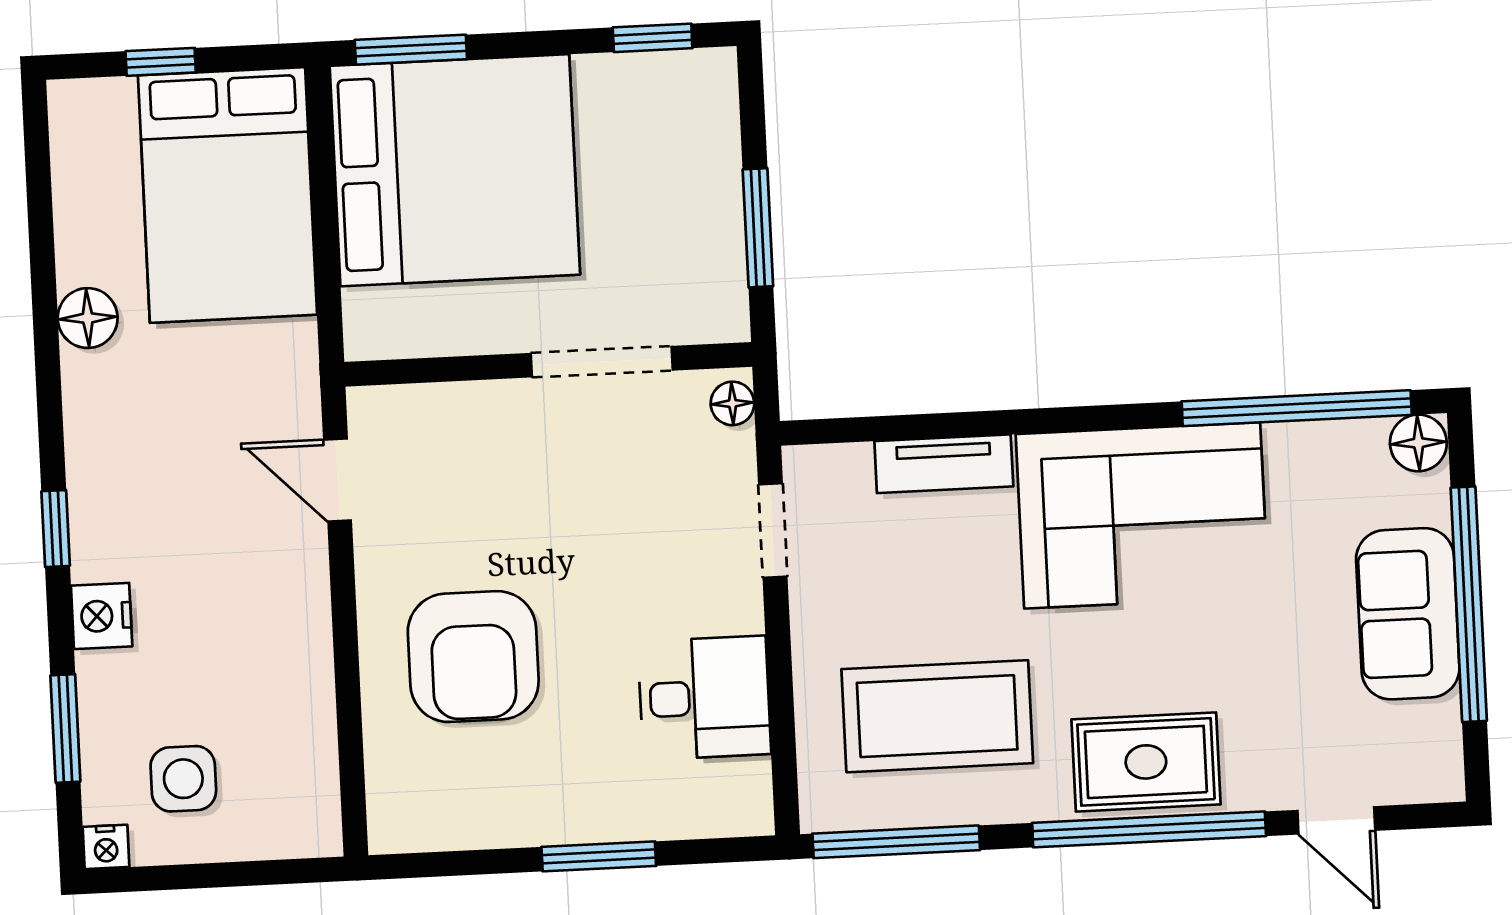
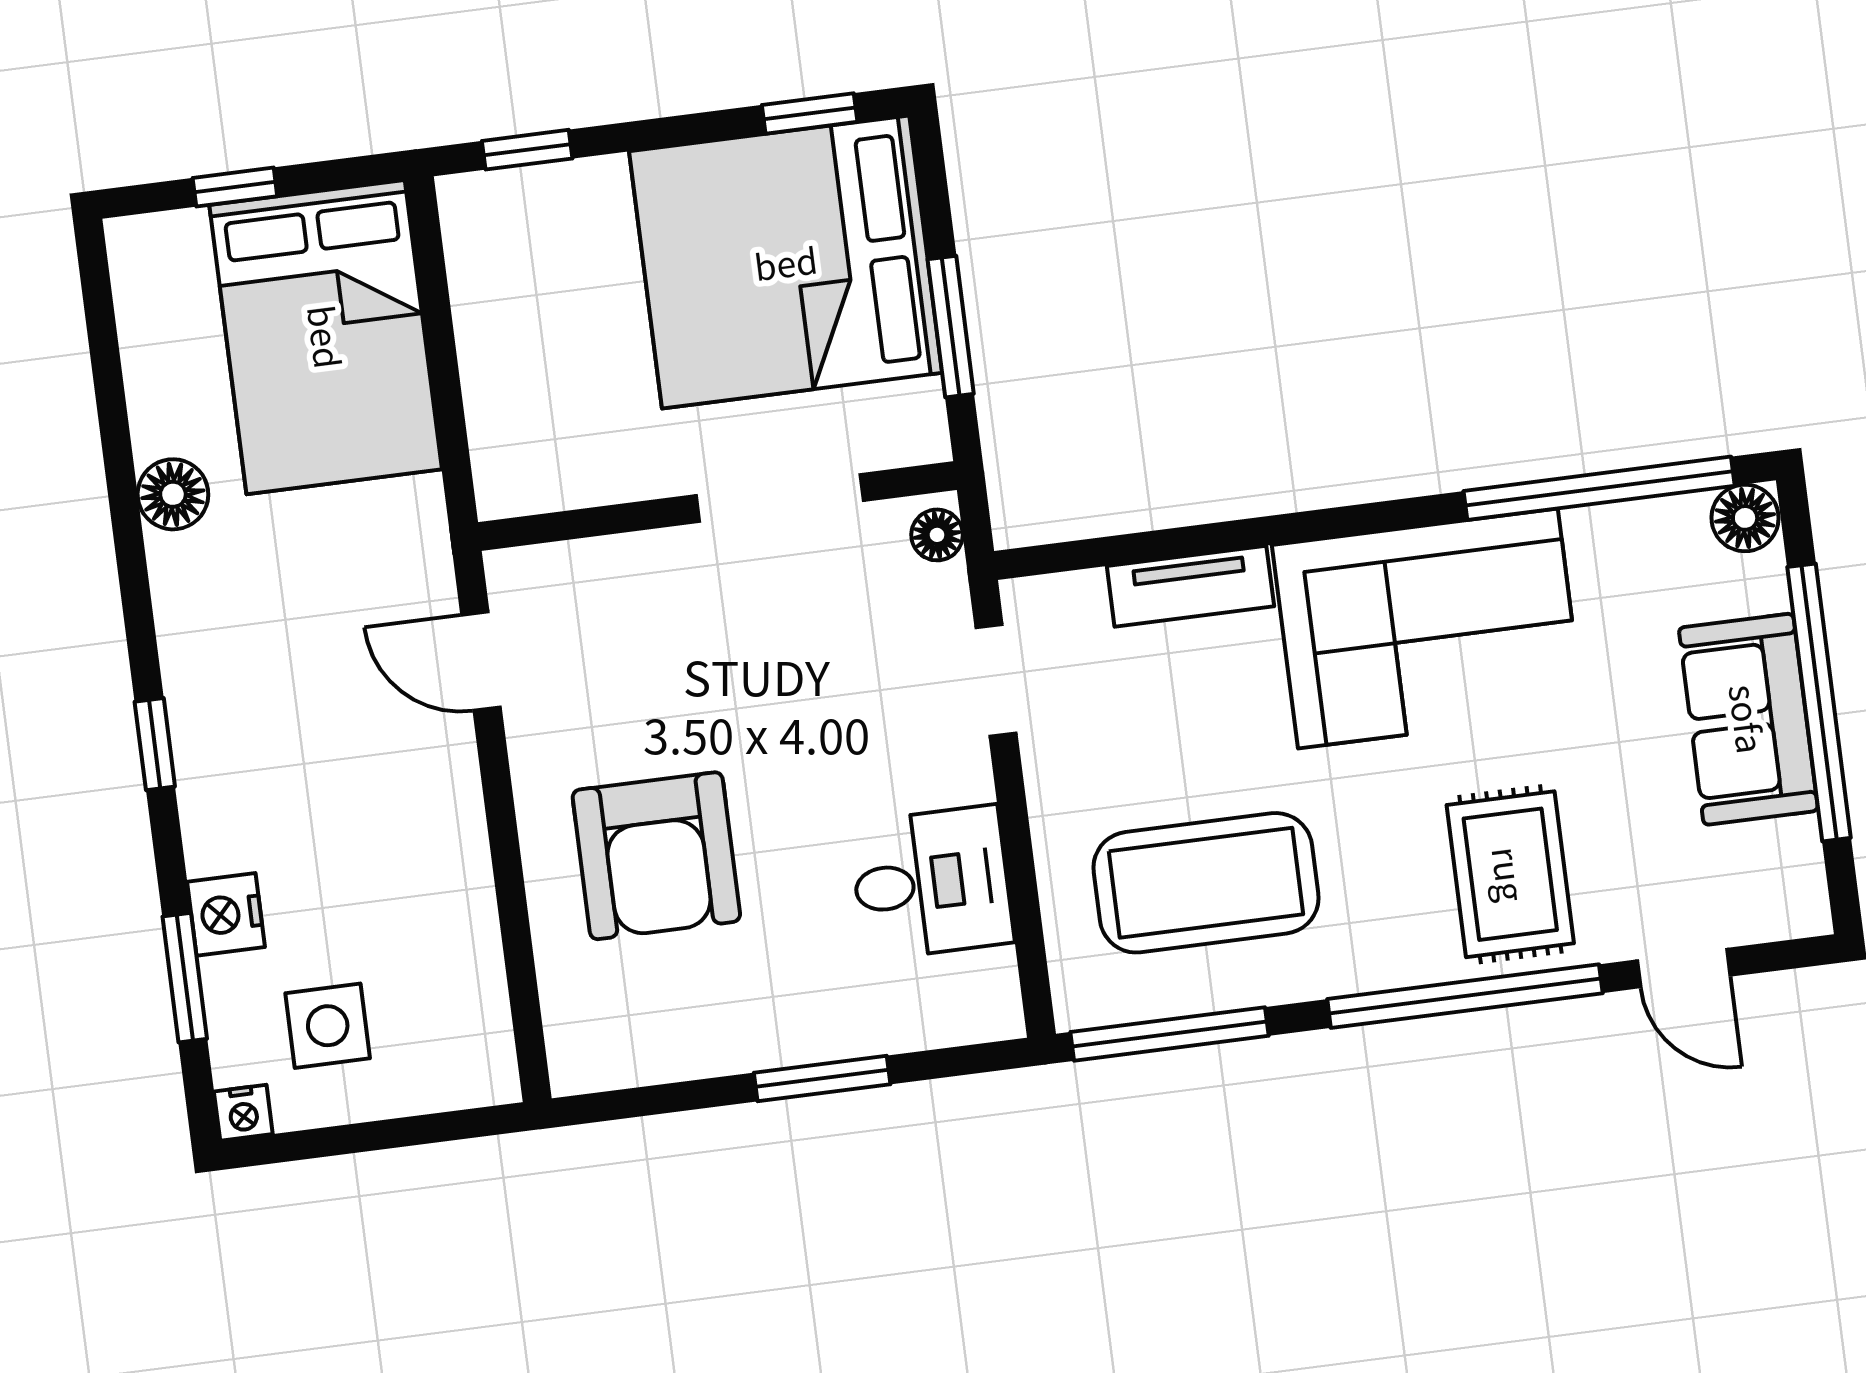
window: (411, 50) -> (527, 150), width x0.67
bed: (455, 170) -> (786, 262), moved, turned 180
nightstand: (102, 616) -> (226, 914), moved
rug: (1146, 762) -> (1510, 874), moved, turned 90

